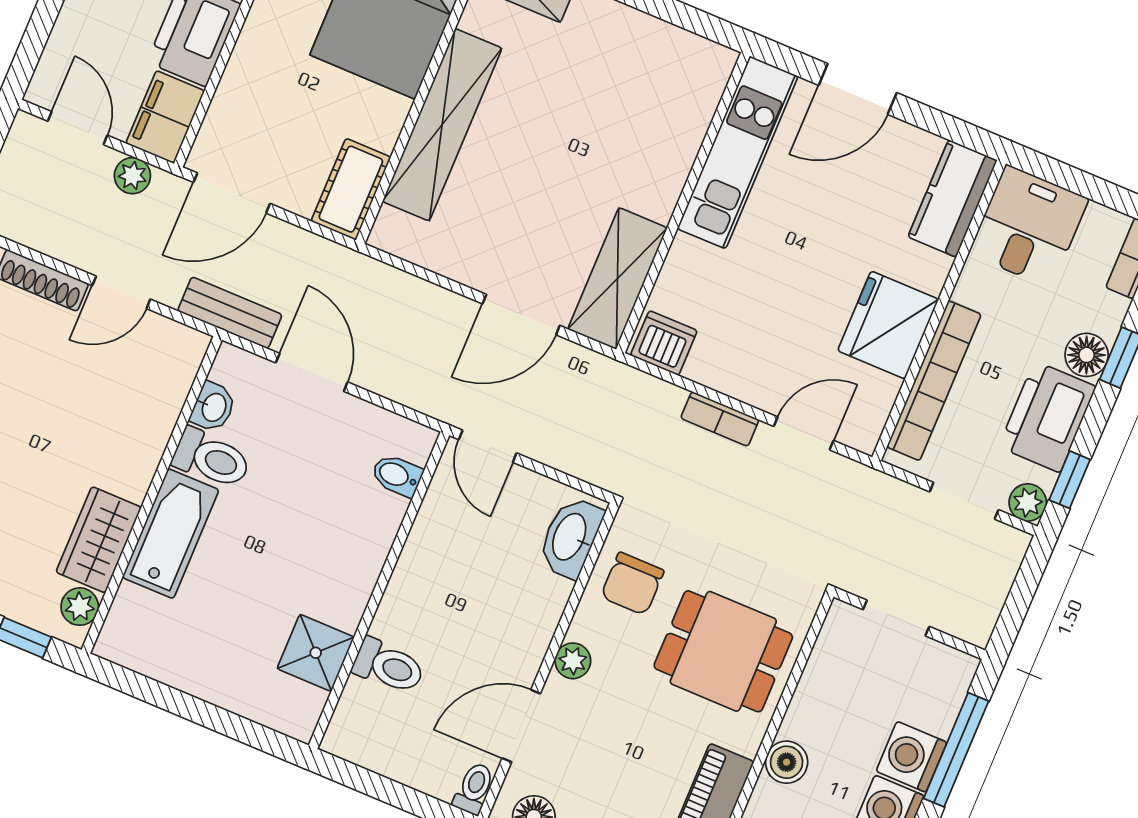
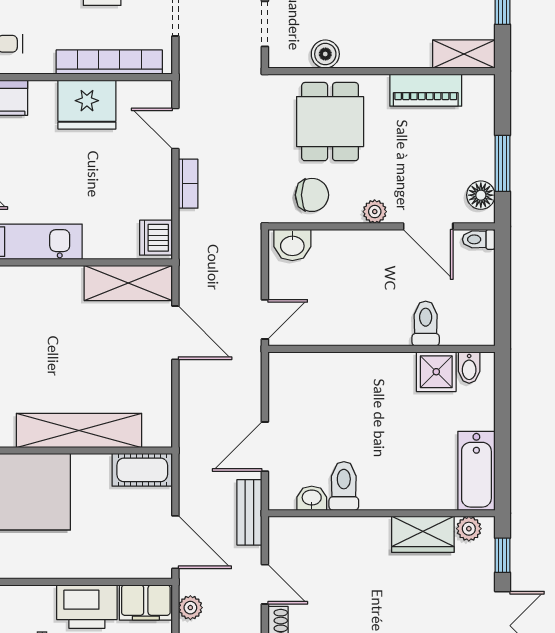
bidet: (397, 475) -> (469, 368), moved
bathtub: (171, 534) -> (476, 471), moved, turned -90
washbasin: (570, 537) -> (292, 245), width x0.72
boiler: (787, 762) -> (325, 54), moved

